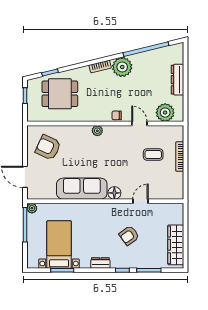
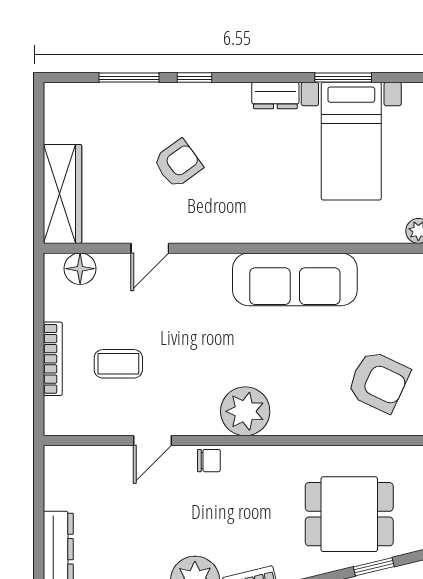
plant: (165, 113) -> (89, 468), removed
door: (139, 124) -> (152, 441), hinge flipped
plant: (97, 131) -> (245, 411), width x1.88, depth x1.88
floor lamp: (114, 193) -> (80, 269), moved
wardrobe: (176, 245) -> (62, 194), moved
dresser: (100, 263) -> (275, 95), moved

